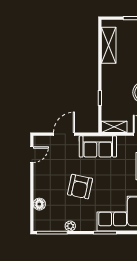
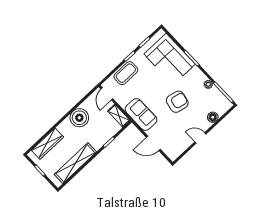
shelving: (109, 45) -> (75, 163), width x1.47
door: (32, 155) -> (200, 138), moved

